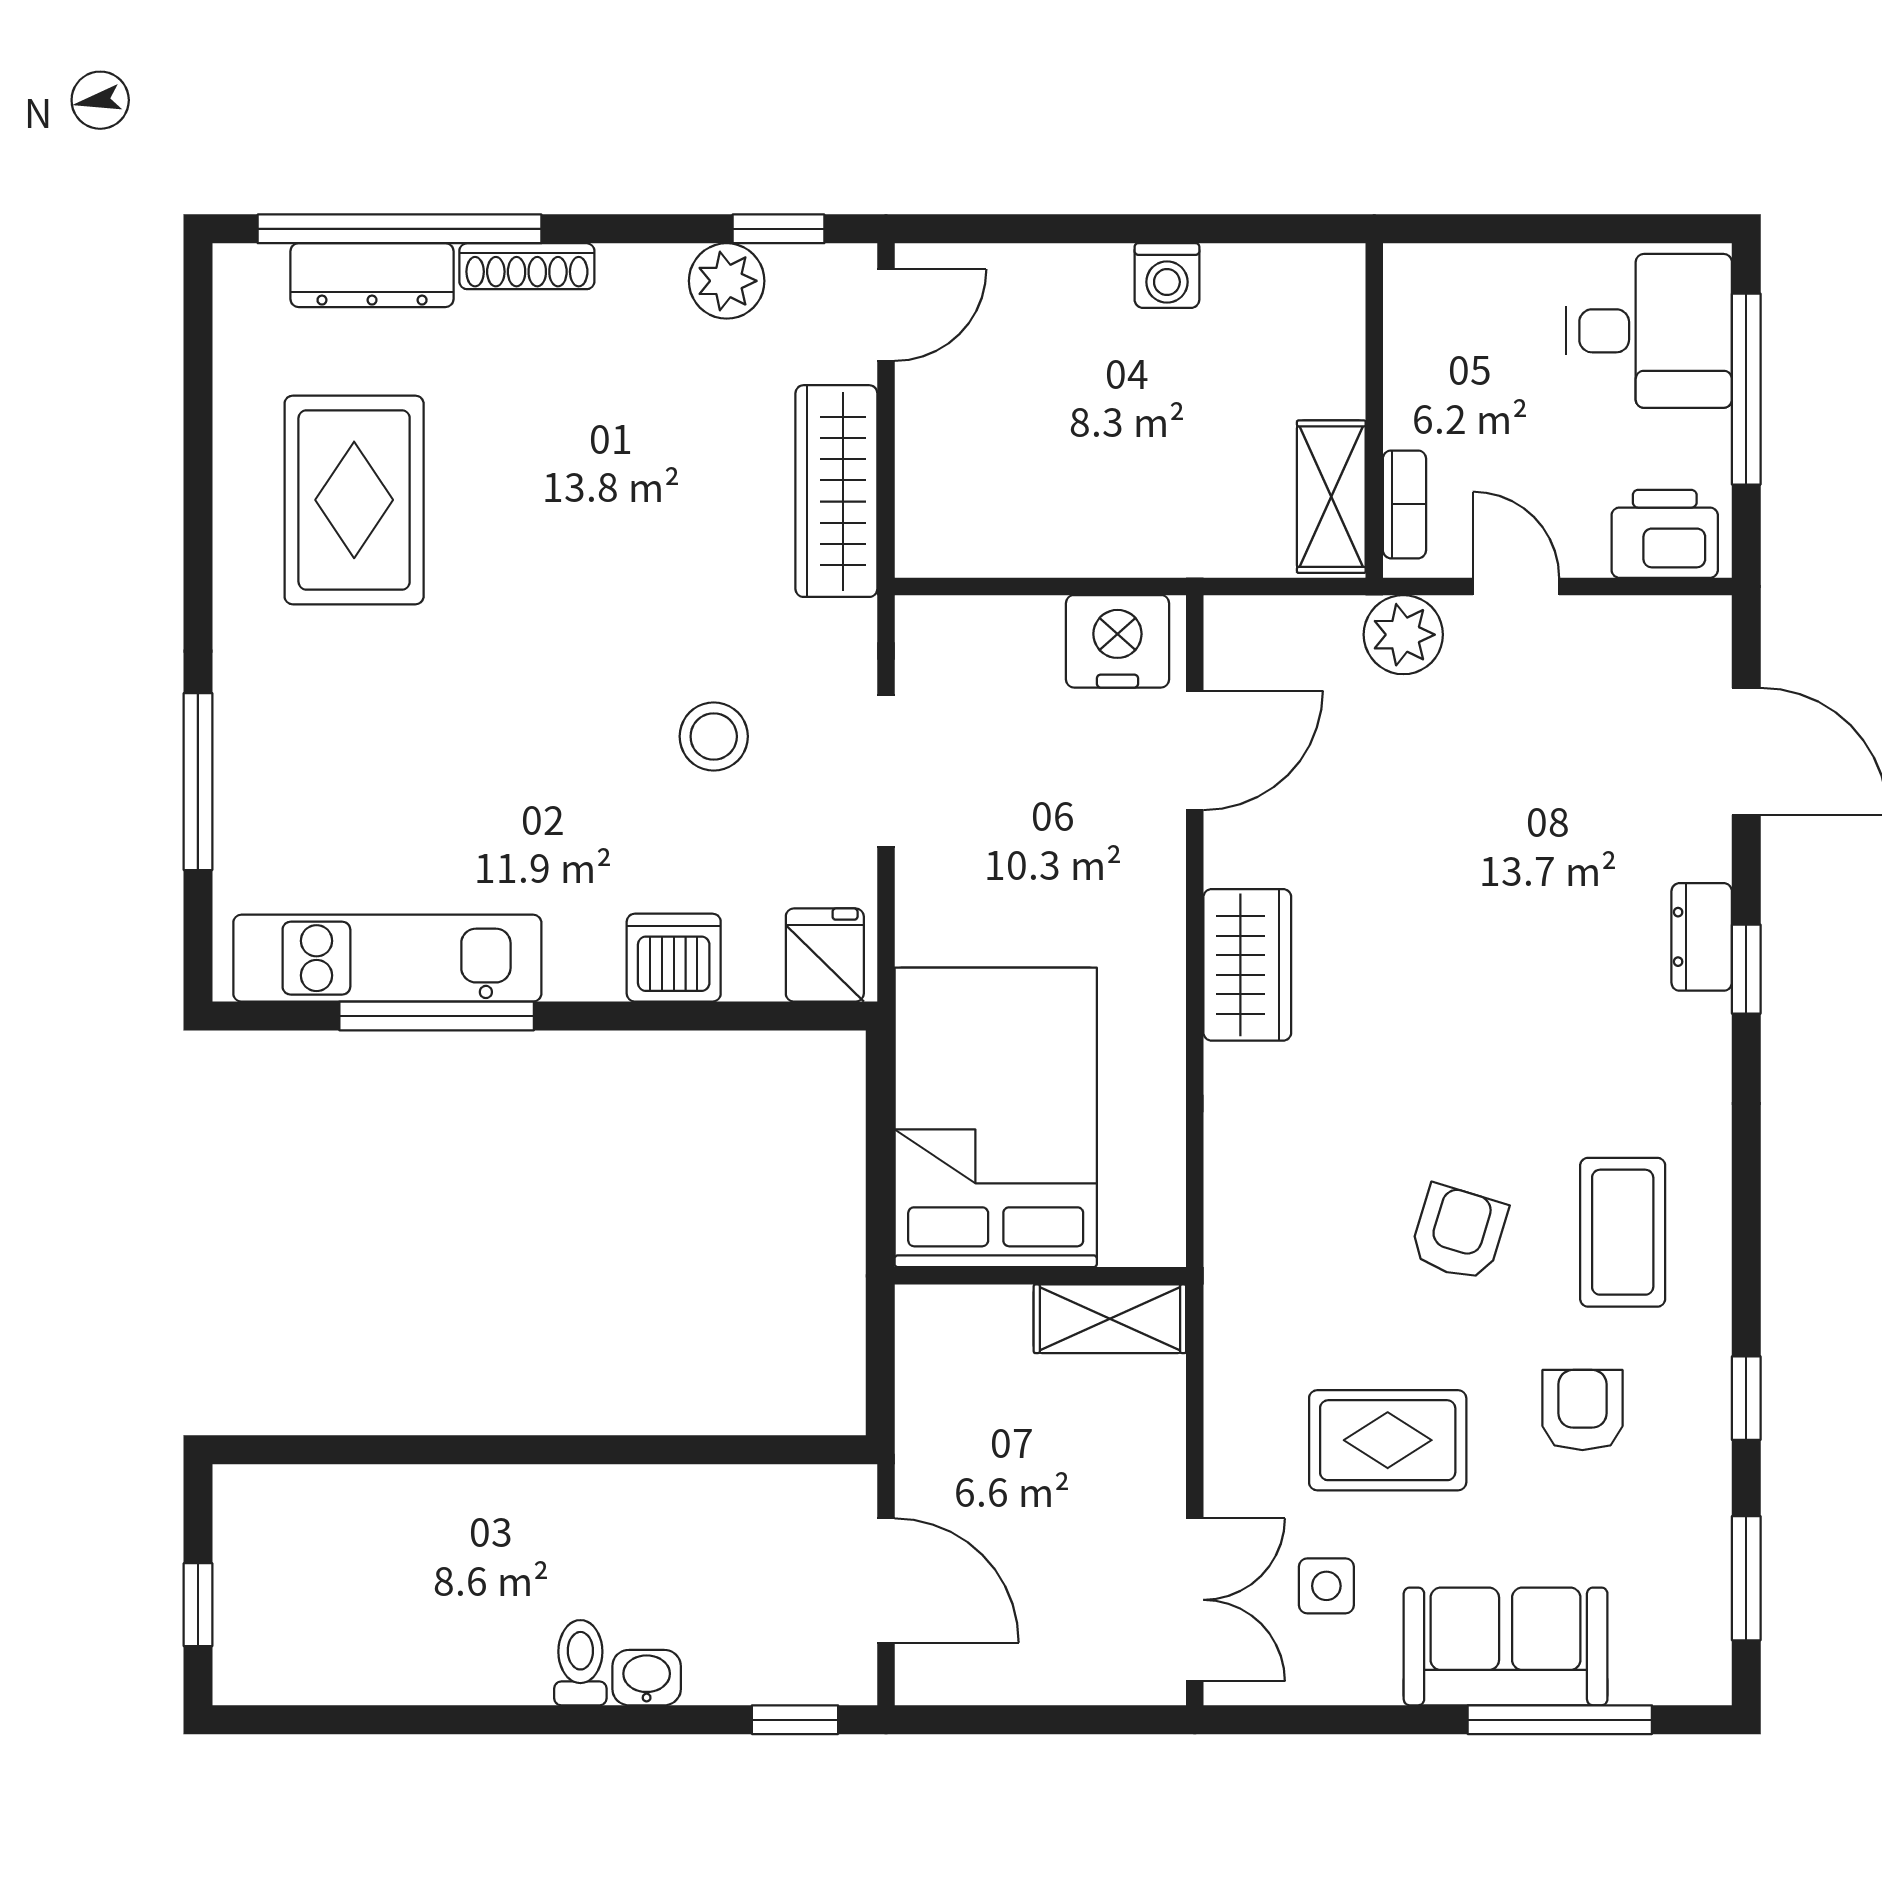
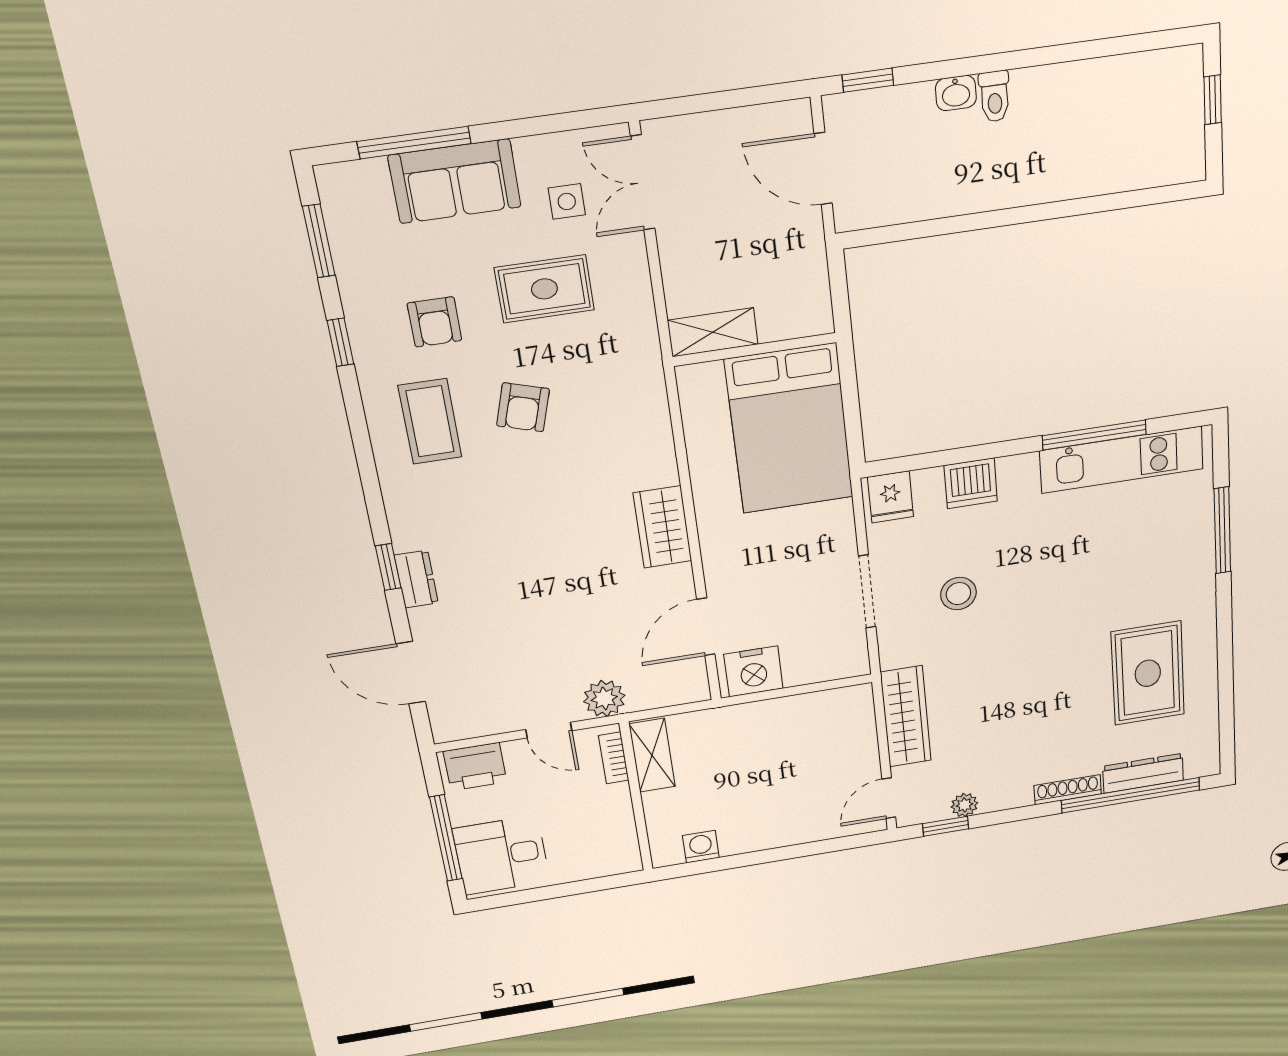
washing machine: (1167, 276) -> (701, 847), moved
plant: (727, 281) -> (964, 805), width x0.73, depth x0.73

